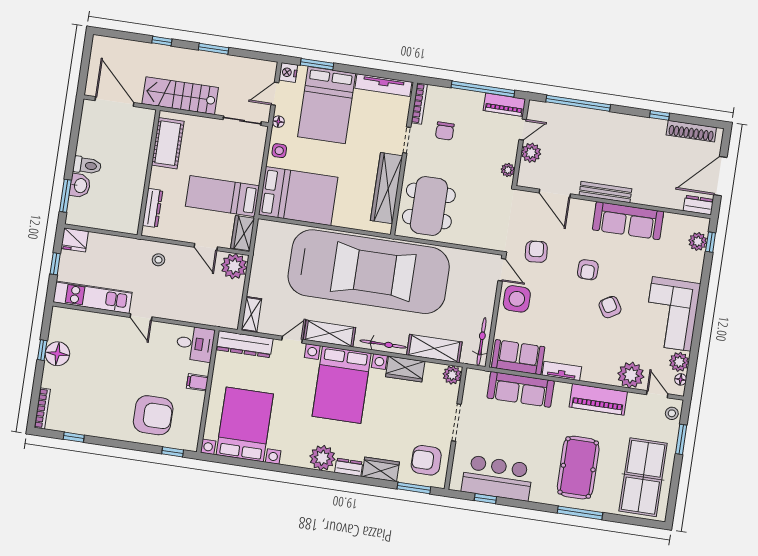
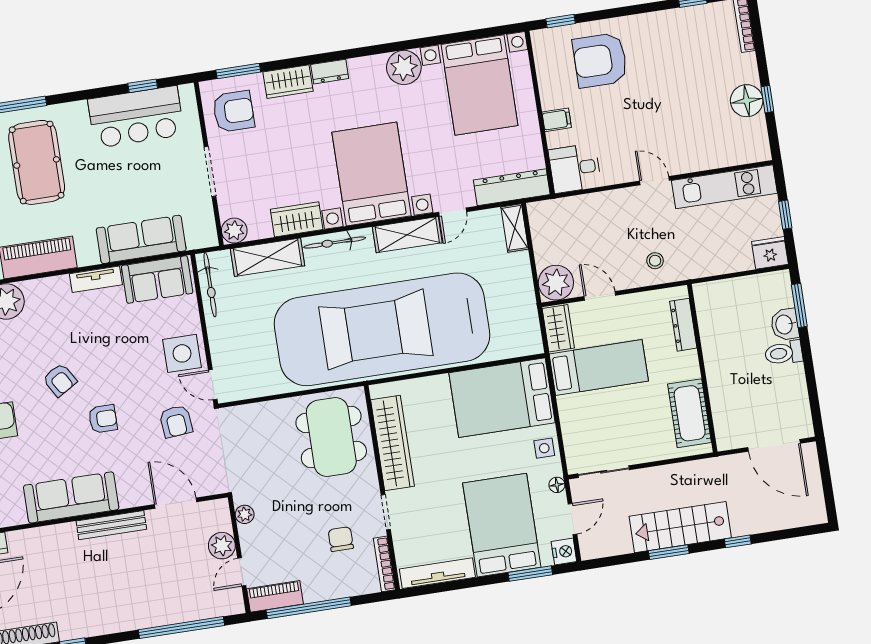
stairs: (180, 96) -> (680, 527), moved, turned 180
armchair: (588, 270) -> (103, 419), turned 90
plant: (322, 458) -> (404, 67), moved

